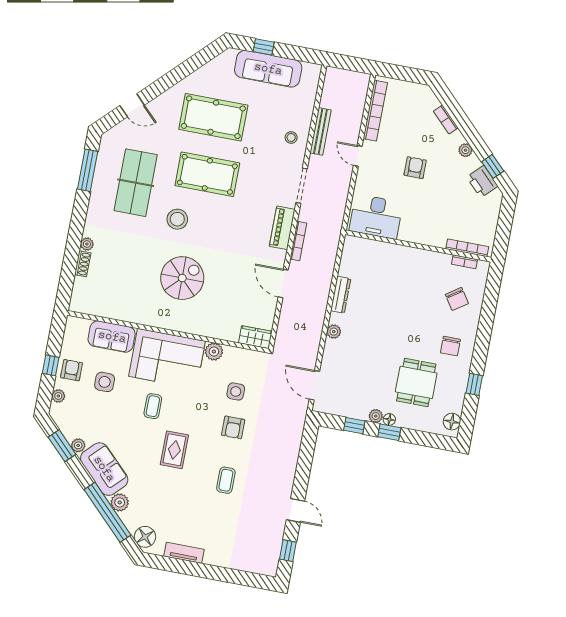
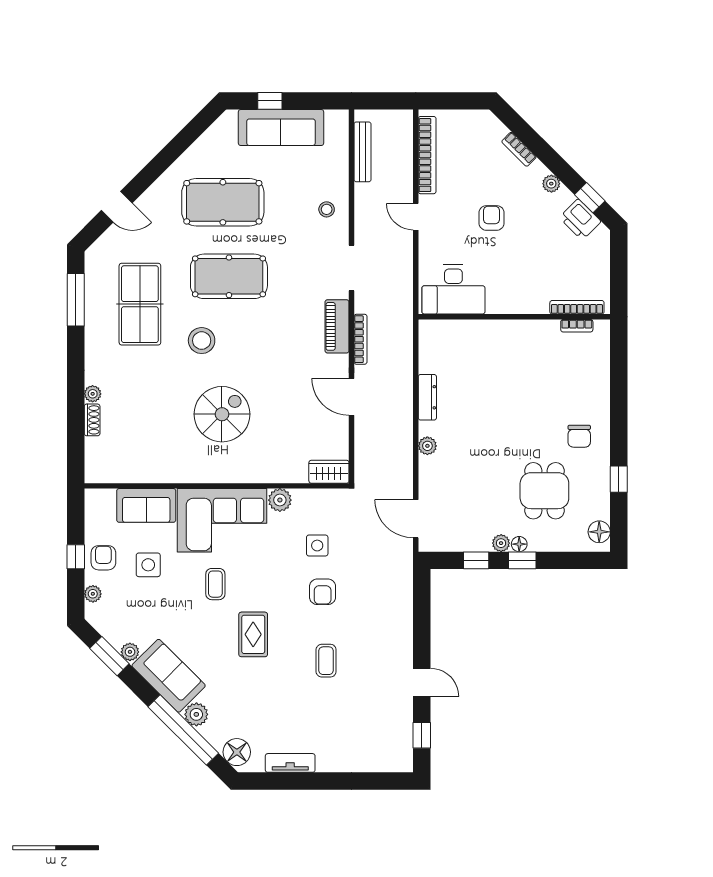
bench: (320, 131) -> (362, 152), moved
chair: (457, 299) -> (576, 375), removed

